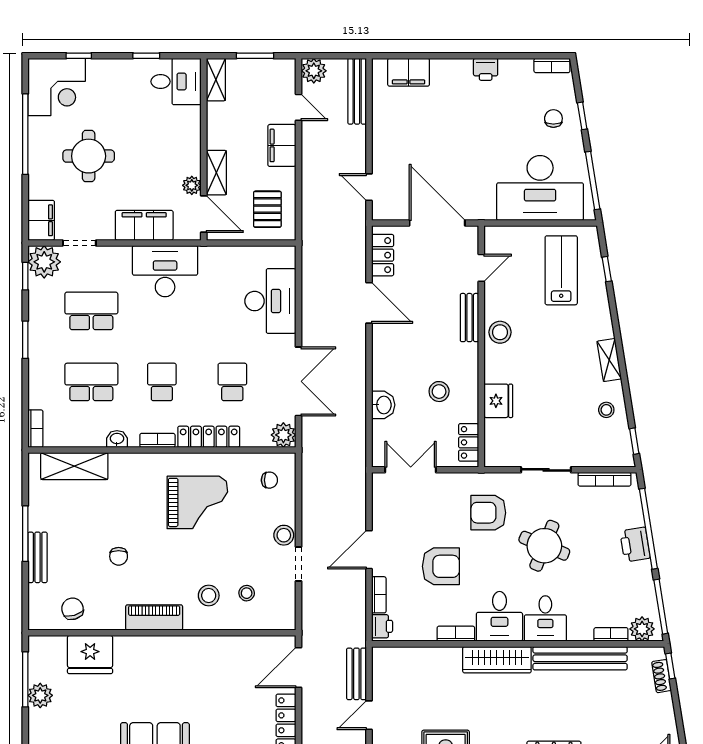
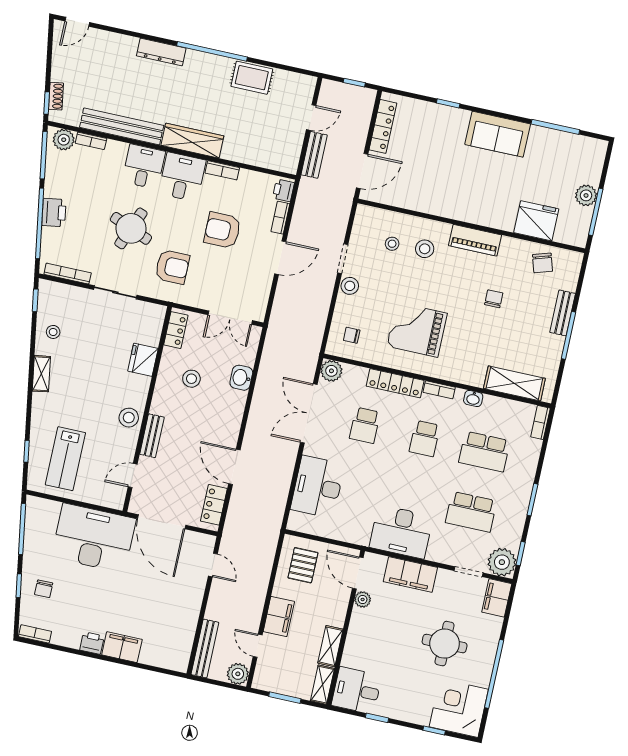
filing cabinet: (409, 72) -> (122, 647), moved
shelving: (216, 173) -> (330, 646), moved
desk: (540, 188) -> (94, 538), moved

